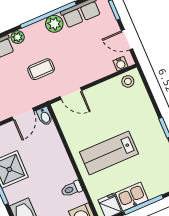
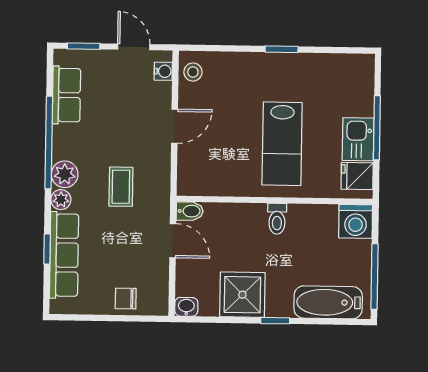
plant: (54, 24) -> (65, 174), moved
door: (127, 40) -> (134, 47), swing flipped
door: (71, 93) -> (175, 126), moved
toilet: (72, 189) -> (277, 219), moved

